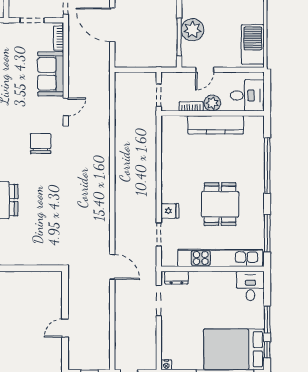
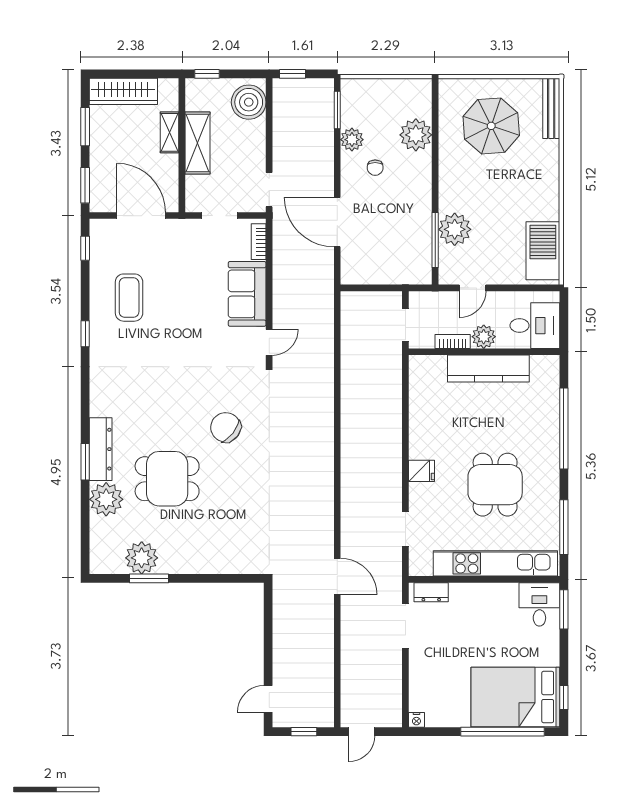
chair: (41, 143) -> (226, 427), moved, turned -52
fridge: (170, 211) -> (421, 471), moved
window: (267, 320) -> (564, 609), moved
door: (65, 328) -> (268, 699), moved

